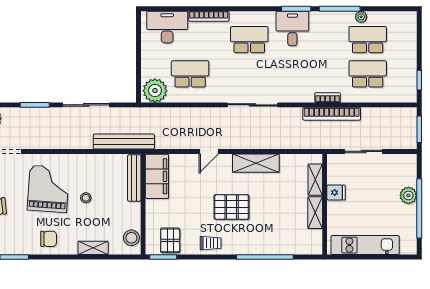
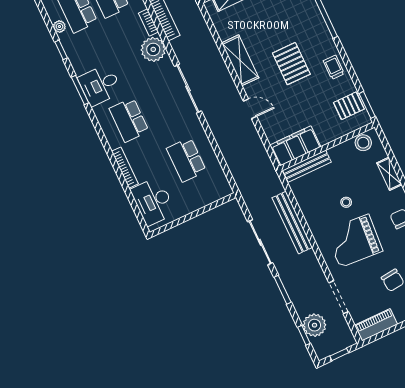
window: (340, 9) -> (61, 50), width x0.46
plant: (155, 91) -> (153, 49), moved
bench: (124, 142) -> (292, 223), moved

